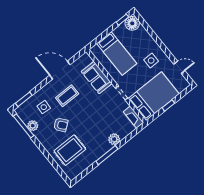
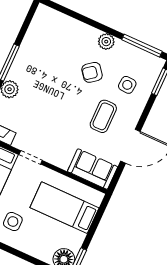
sofa: (97, 77) -> (93, 169), moved
plant: (33, 126) -> (106, 42), moved
rug: (70, 150) -> (63, 44), removed

